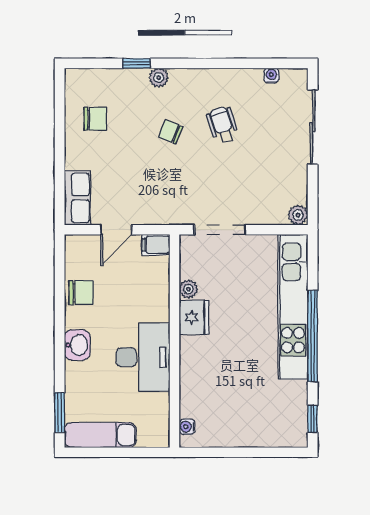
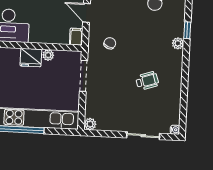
water cooler: (271, 76) -> (175, 130), moved
sliding door: (313, 127) -> (143, 136), width x0.73
chair: (171, 132) -> (110, 43), moved

